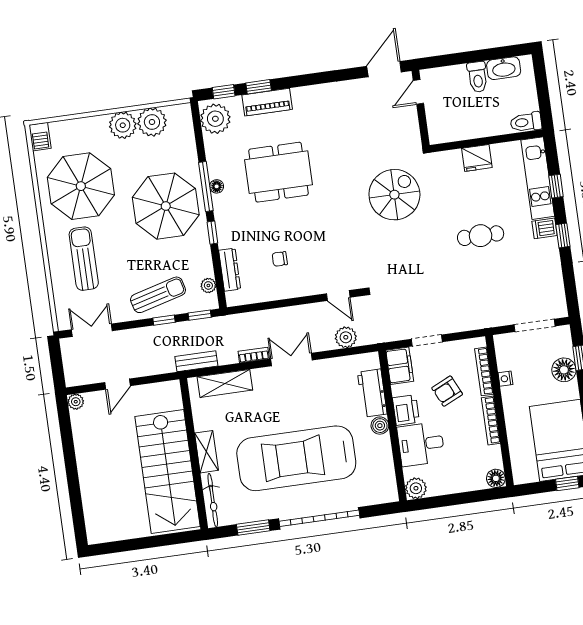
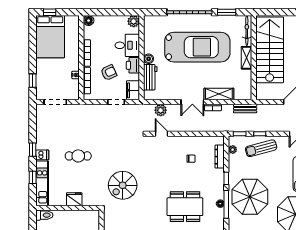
floor lamp: (564, 370) -> (43, 75), removed
shelving: (225, 383) -> (219, 94), moved

